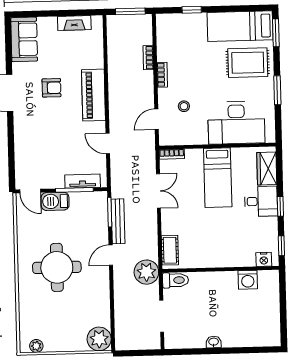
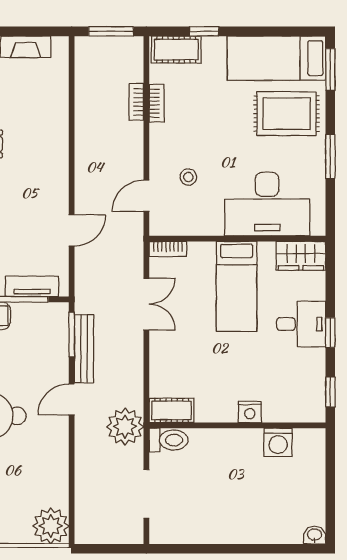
cot: (174, 22) -> (176, 50), added
bookcase: (162, 75) -> (157, 103), moved
piano: (93, 95) -> (52, 157), removed
door: (108, 144) -> (72, 230), swing flipped
wardrobe: (267, 169) -> (301, 256), moved, turned -90
cot: (170, 250) -> (172, 410), moved, turned 90
nightstand: (264, 259) -> (250, 412), moved
washbasin: (214, 342) -> (315, 535), moved

